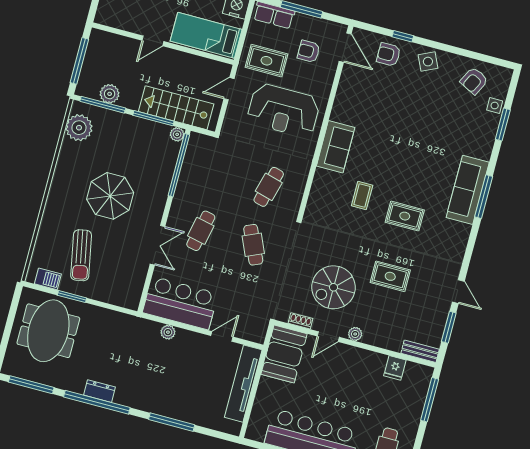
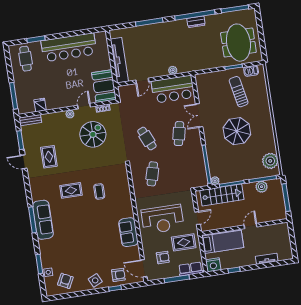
reception desk: (284, 110) -> (162, 219), turned 180
sofa: (336, 147) -> (128, 232), moved
rug: (390, 276) -> (49, 157), moved, turned 90

